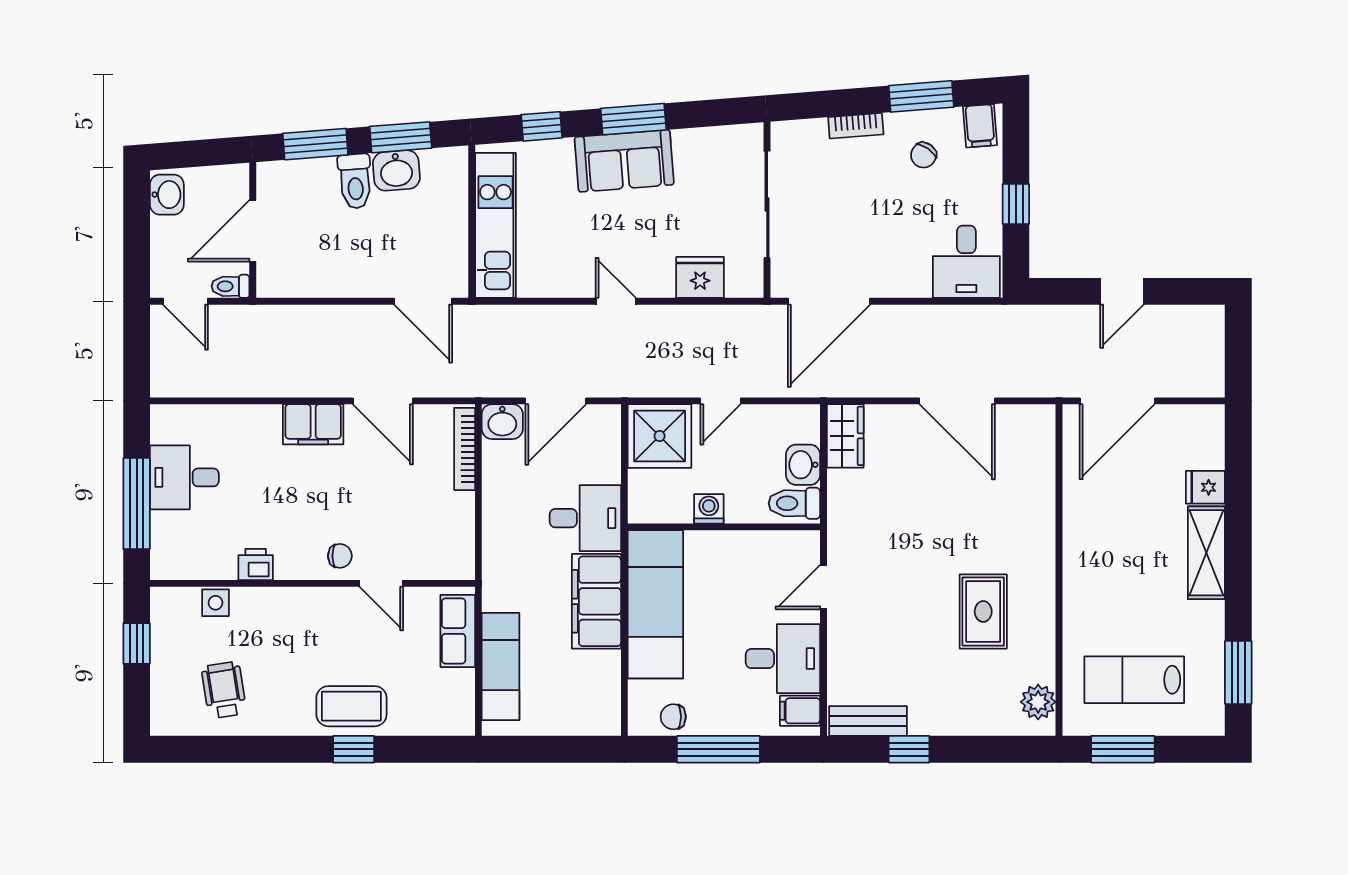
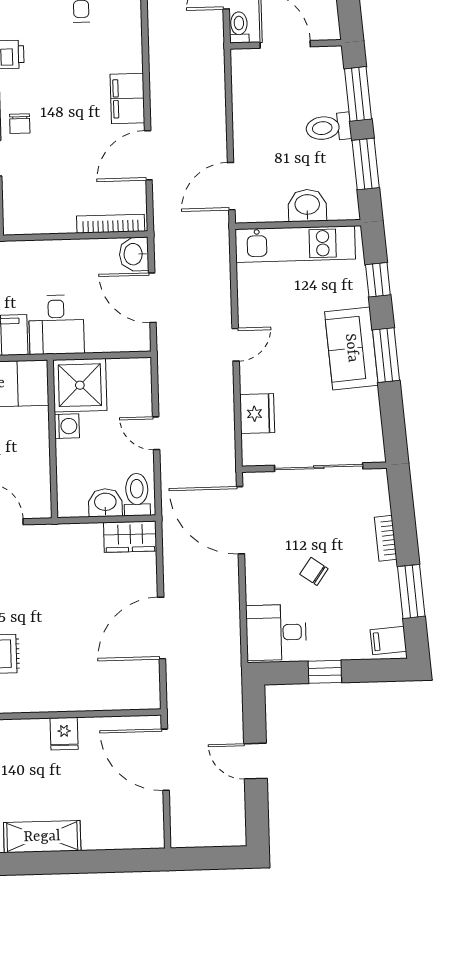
chair: (923, 155) -> (314, 571), moved
washbasin: (396, 170) -> (307, 205), moved, turned 94
shower: (660, 436) -> (80, 385), moved
fridge: (1205, 487) -> (64, 734), moved, turned 180
toilet: (794, 503) -> (137, 495), moved

